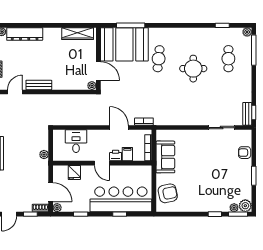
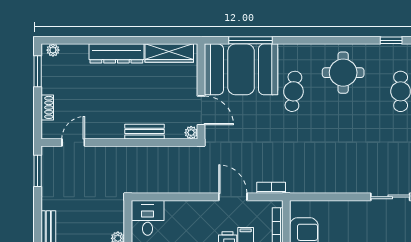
dresser: (25, 34) -> (116, 53), moved
round table: (193, 69) -> (343, 73), moved
bench: (39, 85) -> (145, 132), moved
desk: (76, 141) -> (148, 218), moved

